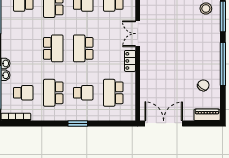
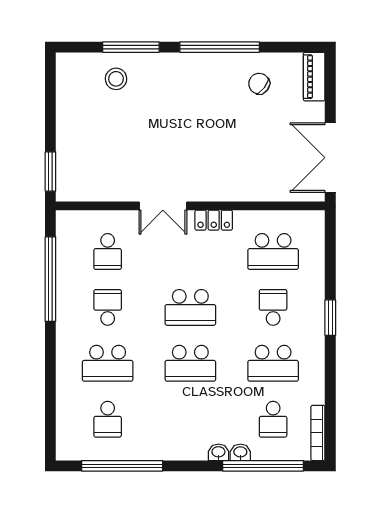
school desk: (53, 48) -> (190, 363), turned 180
school desk: (23, 93) -> (273, 419), turned 180

